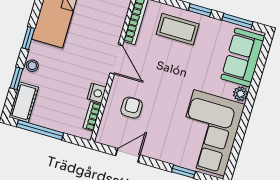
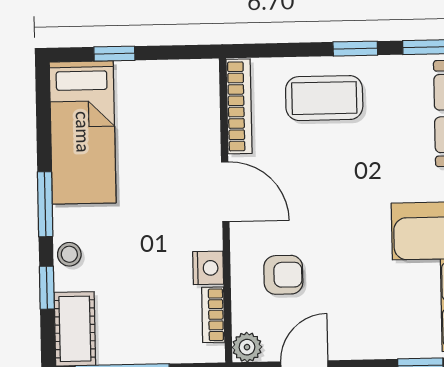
window: (28, 38) -> (45, 204), width x1.50
armchair: (132, 108) -> (283, 275), turned 90
plant: (103, 137) -> (247, 347), added

